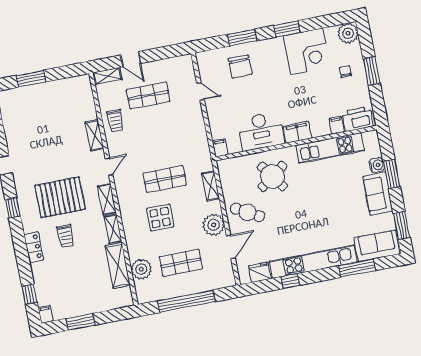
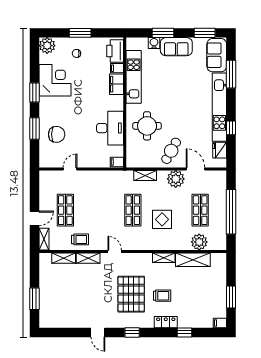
filing cabinet: (297, 132) -> (116, 84), moved
round table: (272, 176) -> (147, 126), turned 36
shelving: (107, 199) -> (64, 258), moved
window: (30, 294) -> (185, 332), moved

